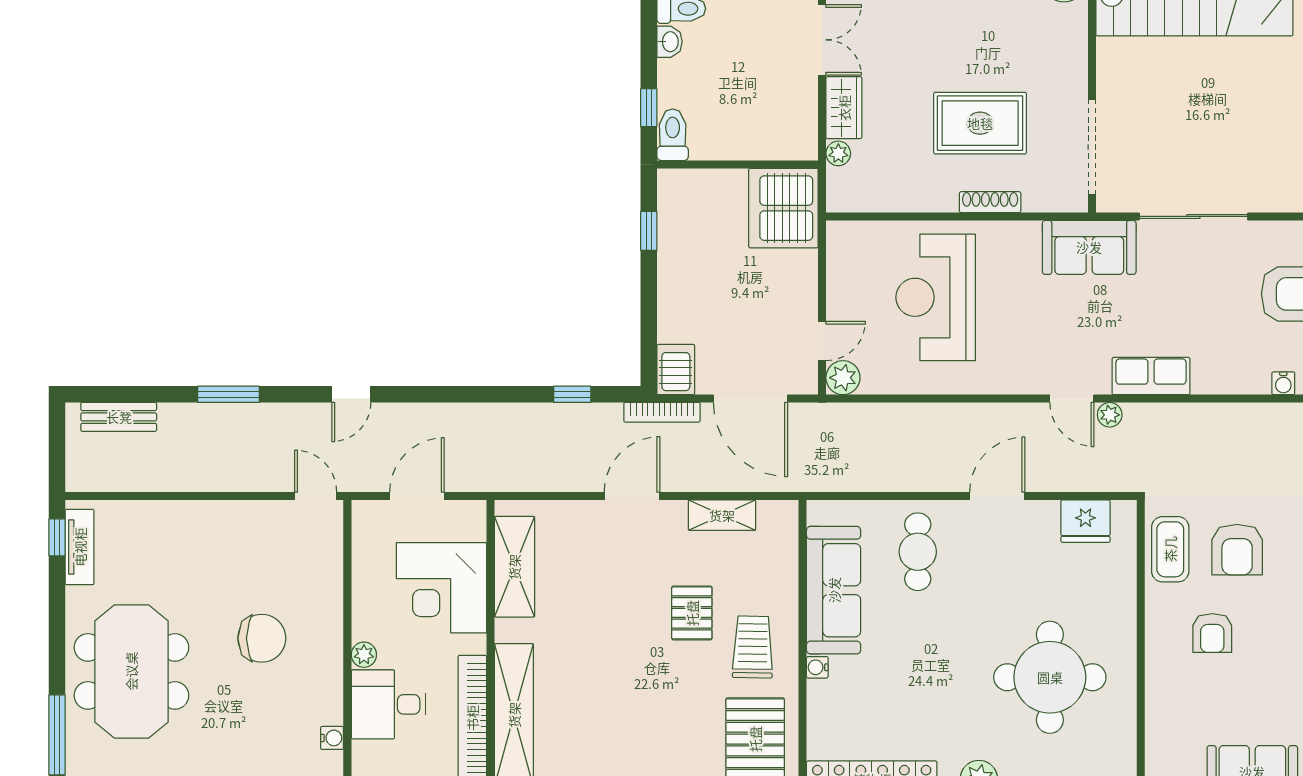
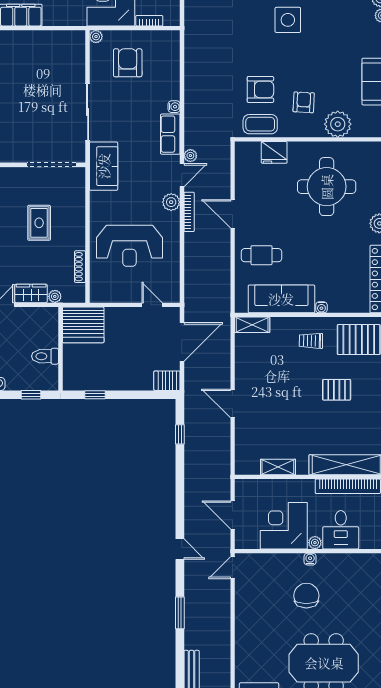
rug: (980, 123) -> (39, 223), width x0.73, depth x0.70
toilet: (673, 135) -> (45, 356), moved
shoe rack: (990, 202) -> (80, 267), moved
plant: (843, 378) -> (171, 202), moved
water cooler: (1283, 383) -> (174, 107), moved
bookcase: (662, 412) -> (189, 212), moved
shelving: (722, 515) -> (252, 325), moved, turned 90
fridge: (1085, 521) -> (274, 152), moved, turned 90
shelving: (514, 567) -> (278, 467), width x0.67, depth x0.75
corner desk: (441, 588) -> (284, 526), moved, turned 180
pallet: (692, 613) -> (337, 390), moved
armchair: (1212, 633) -> (304, 102), turned -87
trolley: (753, 647) -> (311, 341), width x0.73, depth x0.72
plant: (1170, 699) -> (338, 124), added
water cooler: (332, 738) -> (310, 559), moved

